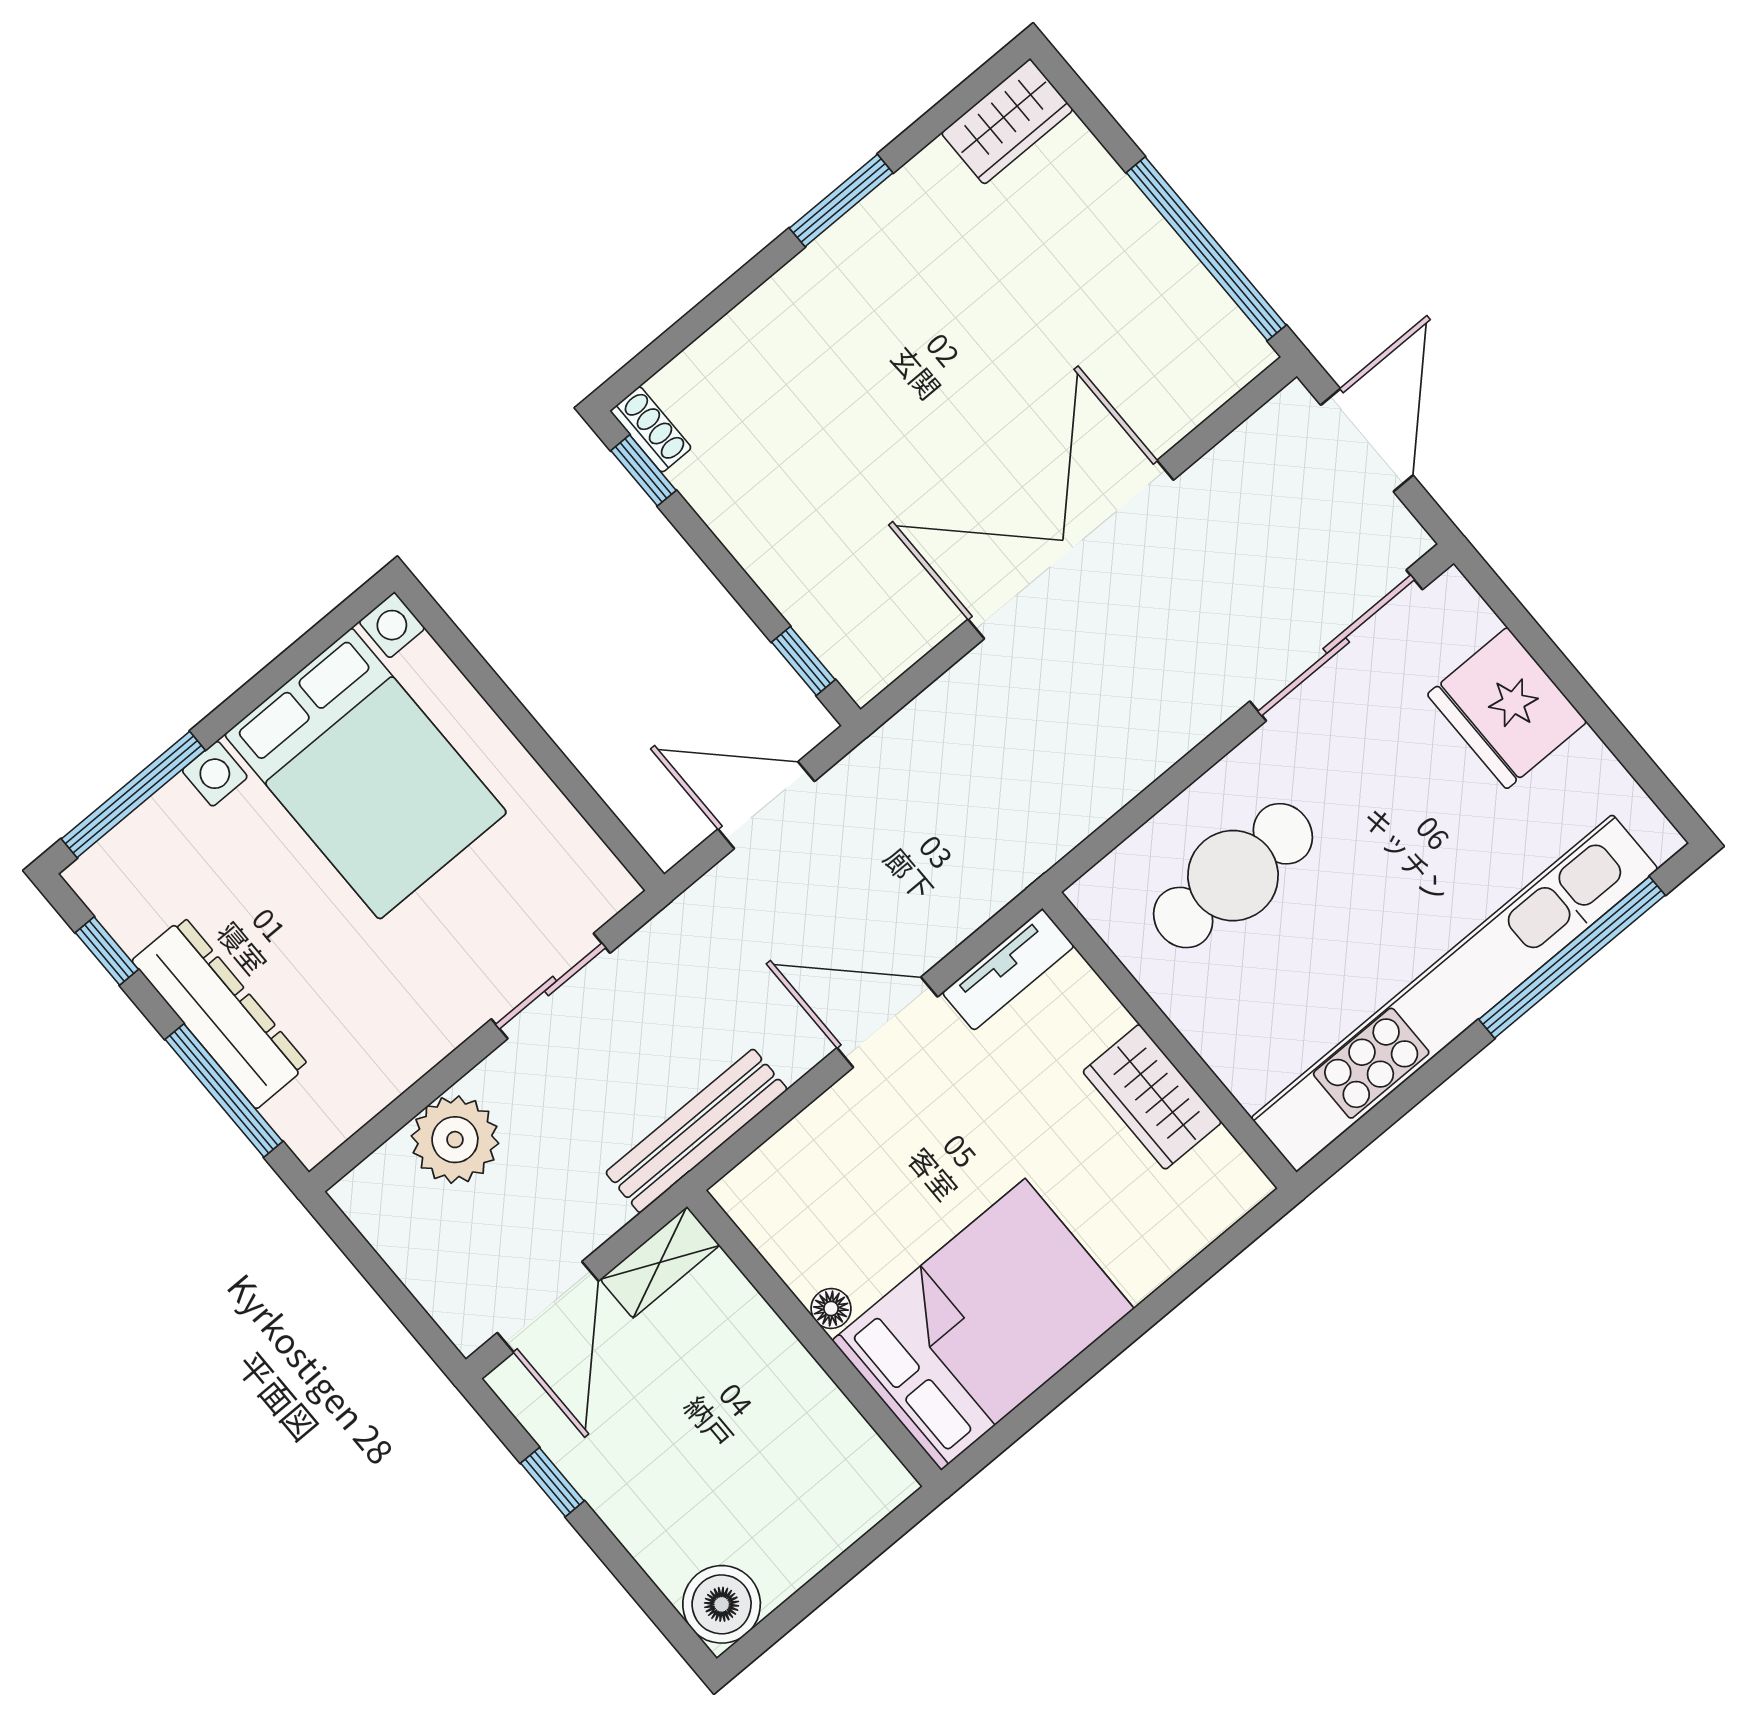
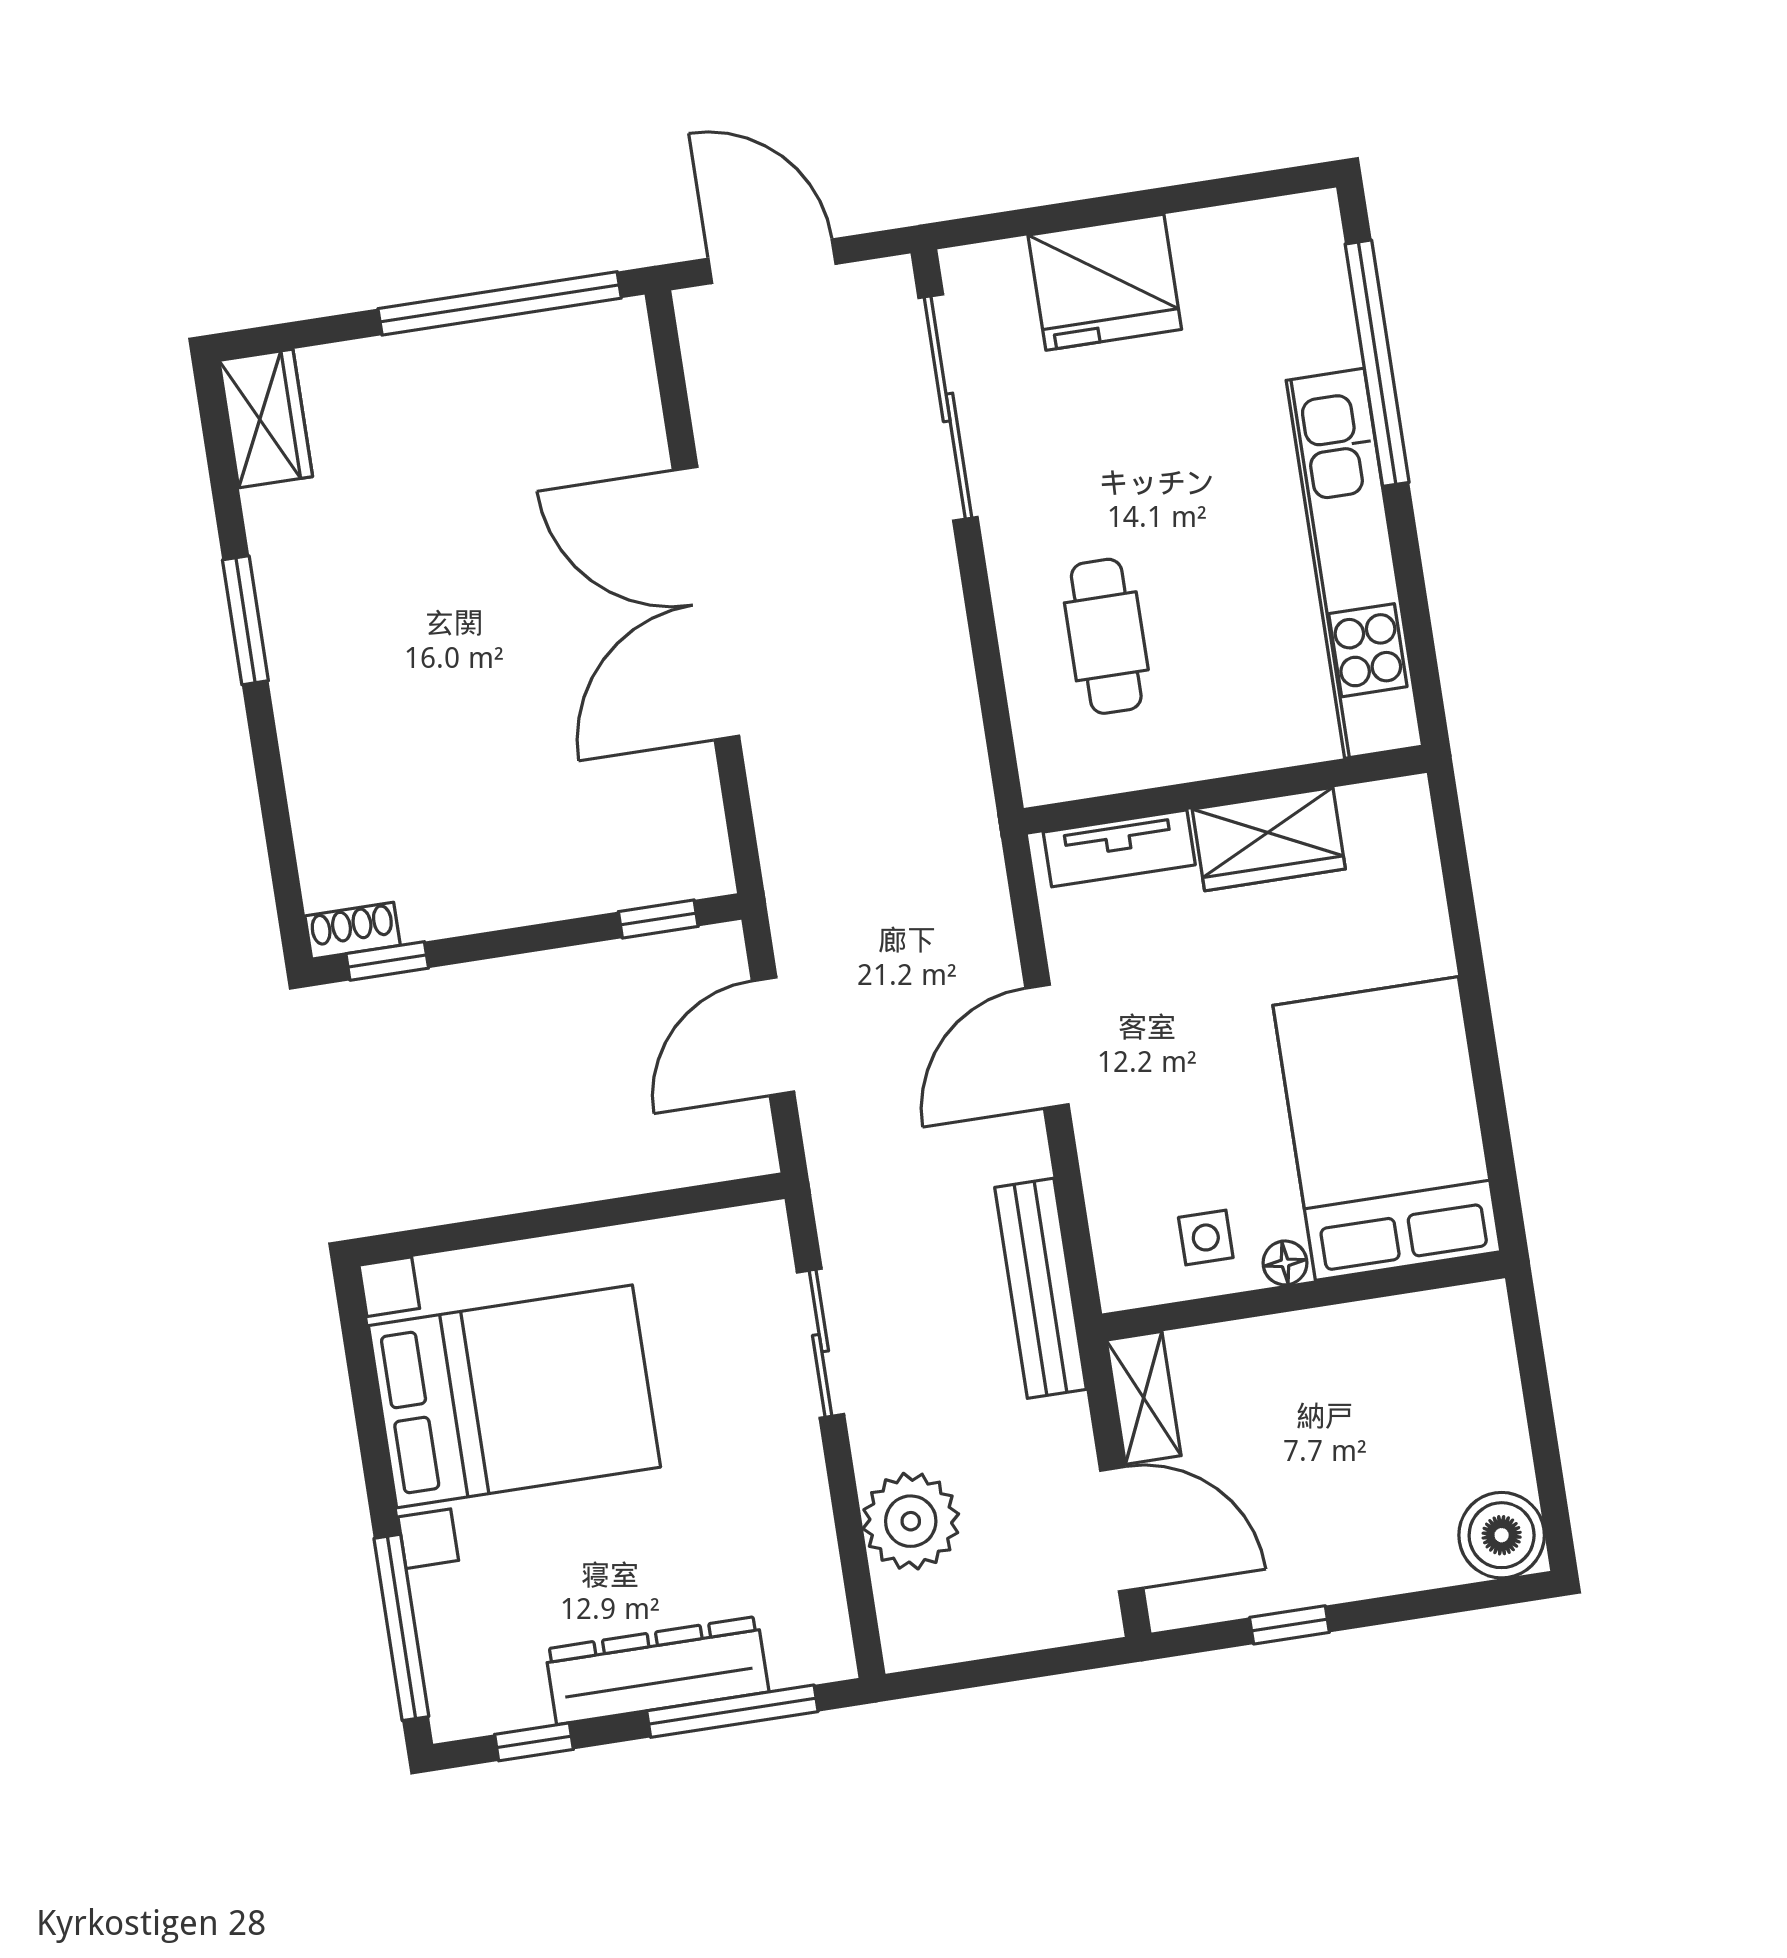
cafe table: (1233, 876) -> (1106, 636), width x0.73, depth x0.74
tv unit: (1008, 969) -> (1119, 848), moved, turned 90
kitchen unit: (1454, 993) -> (1354, 563), width x0.73
side table: (814, 1235) -> (1206, 1237), added

